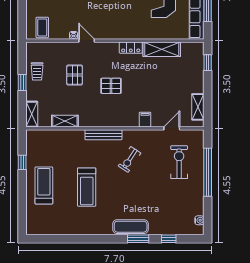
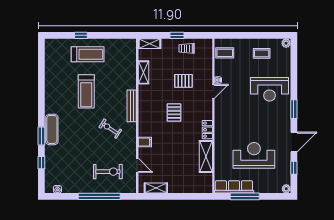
window: (208, 63) -> (194, 196), removed
window: (22, 162) -> (81, 35), moved
treadmill: (87, 187) -> (86, 91), turned -90

